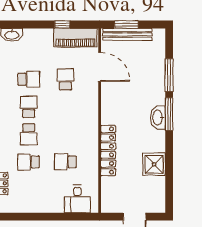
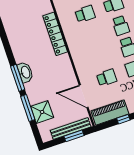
school desk: (65, 79) -> (107, 78), turned -90
school desk: (29, 134) -> (121, 26), turned 180
shower: (154, 164) -> (42, 112), moved

